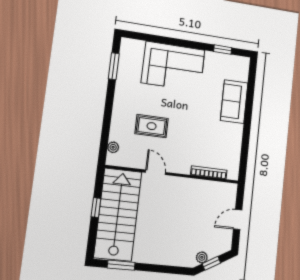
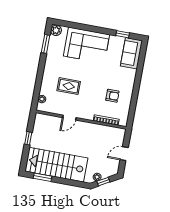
plant: (128, 46) -> (56, 30), added
sofa: (234, 102) -> (131, 53), moved
armchair: (215, 137) -> (112, 96), added
door: (156, 172) -> (69, 118), swing flipped
stairs: (118, 214) -> (56, 165), moved, turned -90

